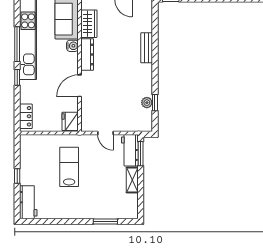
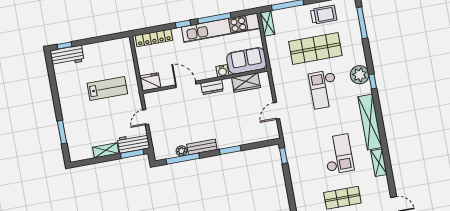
bench: (147, 48) -> (202, 147), moved
window: (155, 53) -> (230, 150), added
dresser: (87, 54) -> (212, 87), width x0.70
window: (155, 103) -> (183, 159), width x2.17
locker: (26, 116) -> (154, 38), width x1.53
window: (17, 176) -> (64, 46), moved

